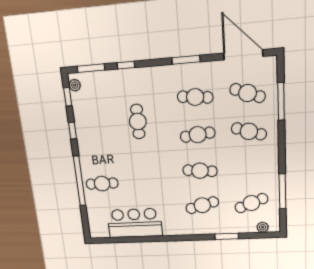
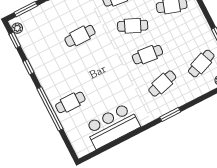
cafe table: (138, 122) -> (80, 36), turned 90
cafe table: (198, 135) -> (133, 26), turned 30
window: (227, 236) -> (170, 115), moved

